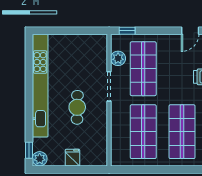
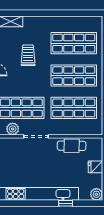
cafe table: (77, 107) -> (72, 146), moved
window: (29, 150) -> (66, 203), moved

